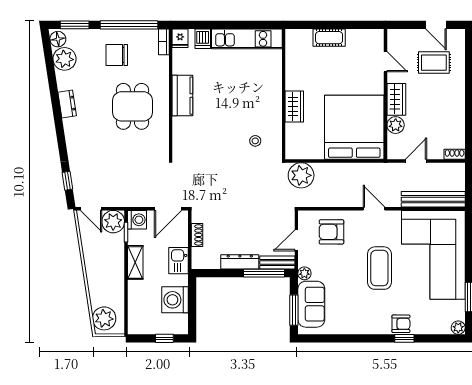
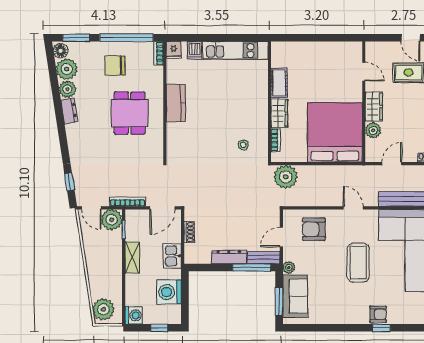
cot: (329, 38) -> (279, 83), moved, turned 90
plant: (65, 81) -> (67, 89), added
bookcase: (290, 136) -> (276, 140), added
bookcase: (130, 202) -> (128, 202), added
washing machine: (137, 220) -> (134, 315), moved

